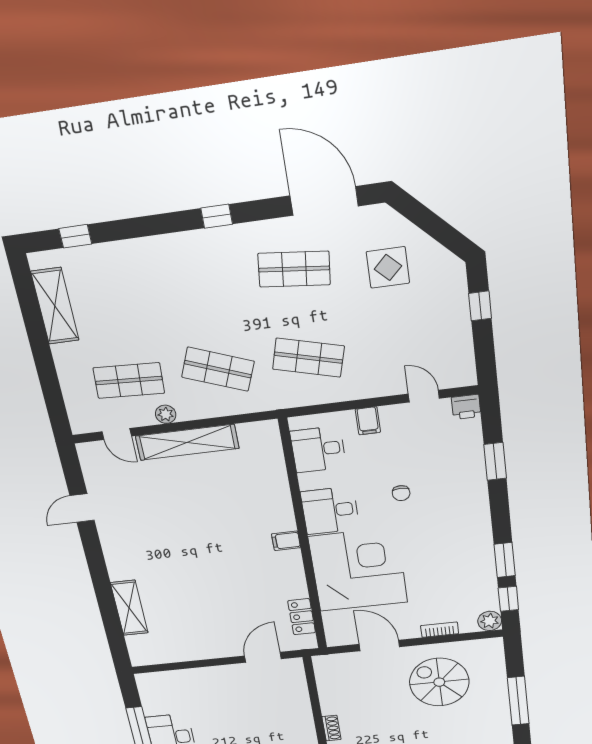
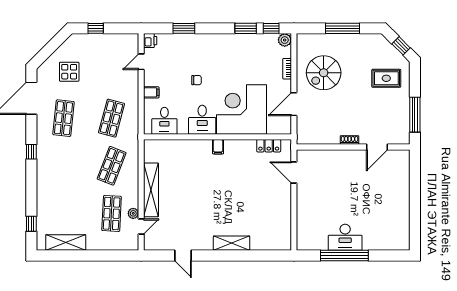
plant: (166, 414) -> (133, 213), moved
shelving: (129, 608) -> (232, 243), moved

